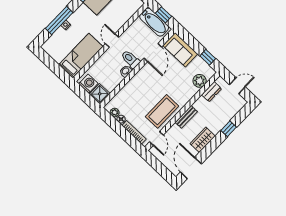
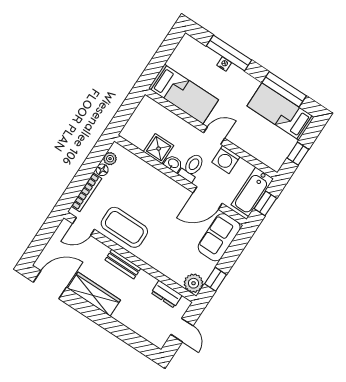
plant: (200, 81) -> (194, 283), moved
washing machine: (88, 84) -> (226, 159), moved, turned 90
shower: (100, 94) -> (159, 149), moved
window: (229, 129) -> (117, 329), removed
wardrobe: (203, 140) -> (94, 294), width x1.50

